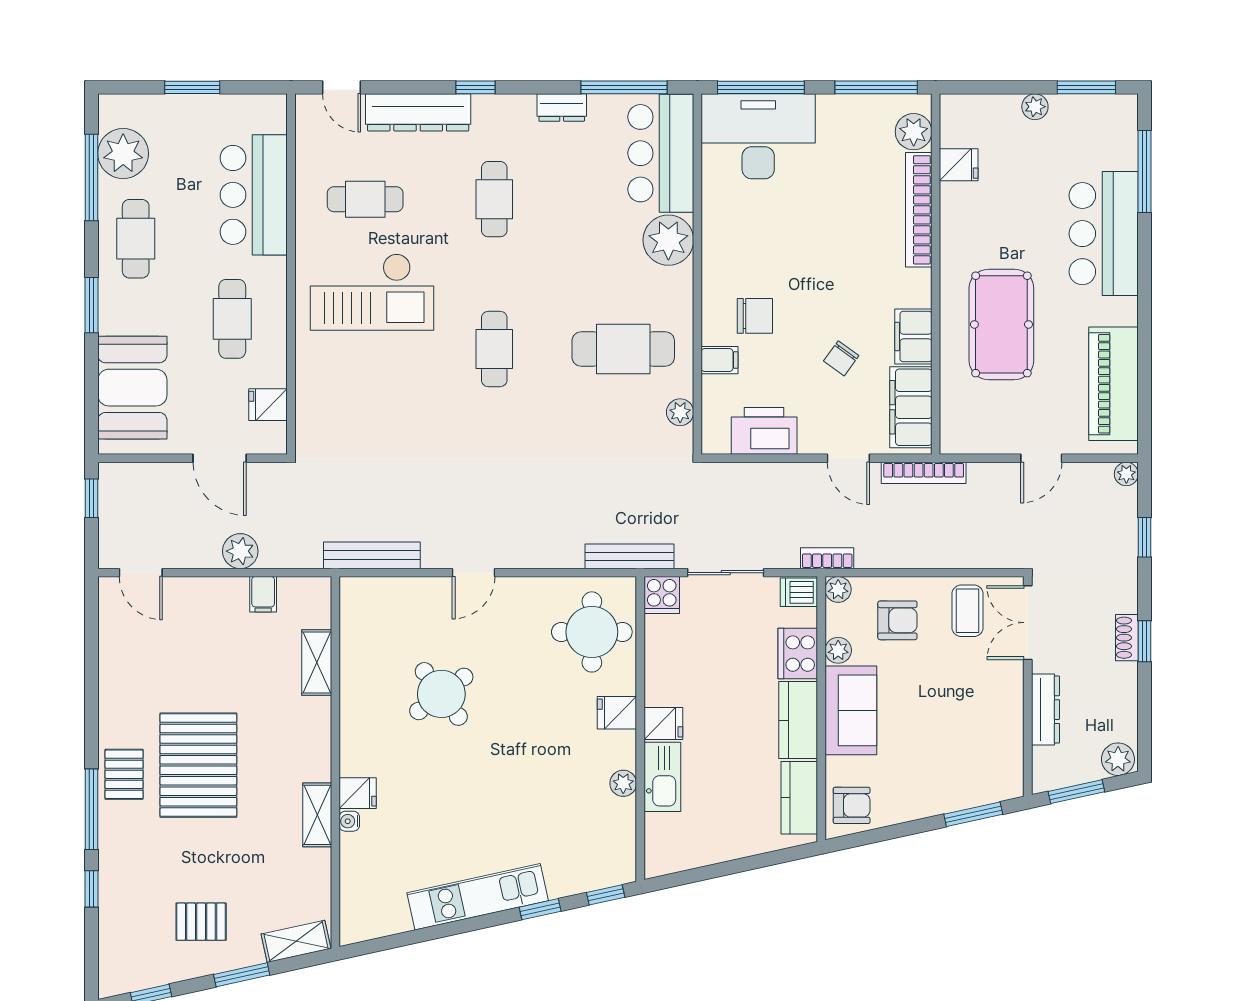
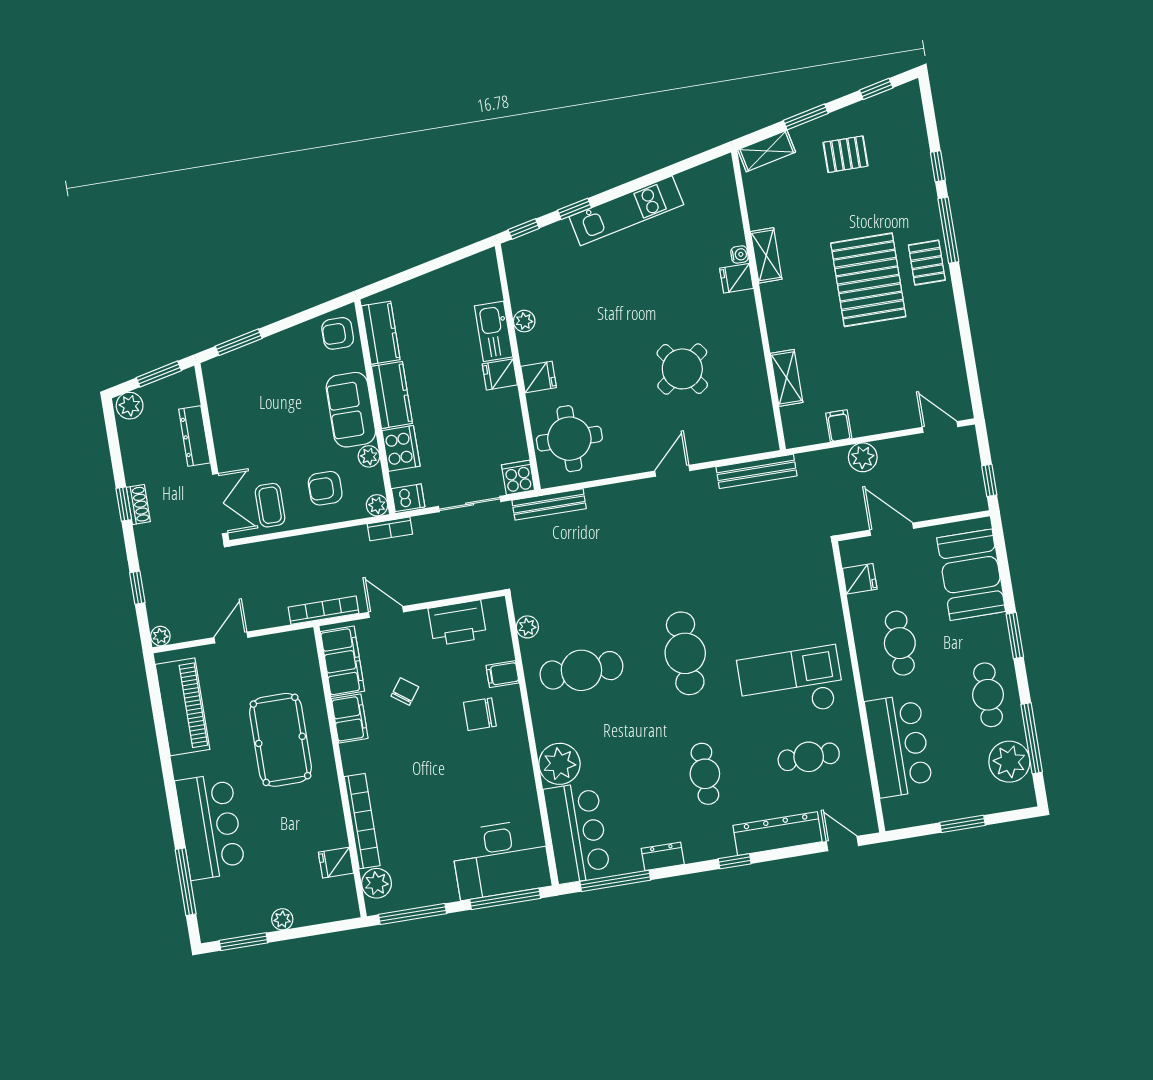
cafe table: (494, 349) -> (685, 653), width x1.37, depth x1.35

